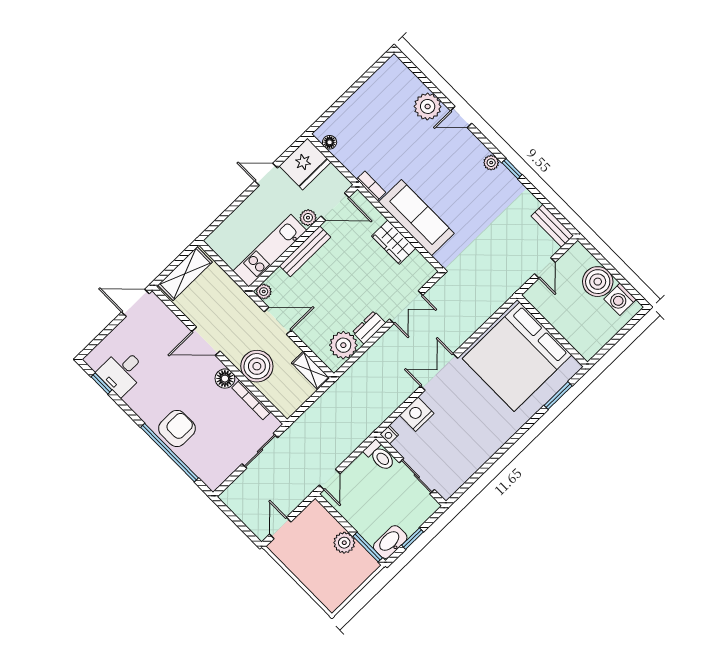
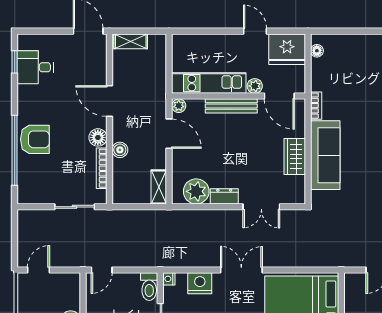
shelving: (185, 274) -> (131, 41), width x0.67, depth x0.75
boiler: (257, 366) -> (120, 150), width x0.54, depth x0.54

